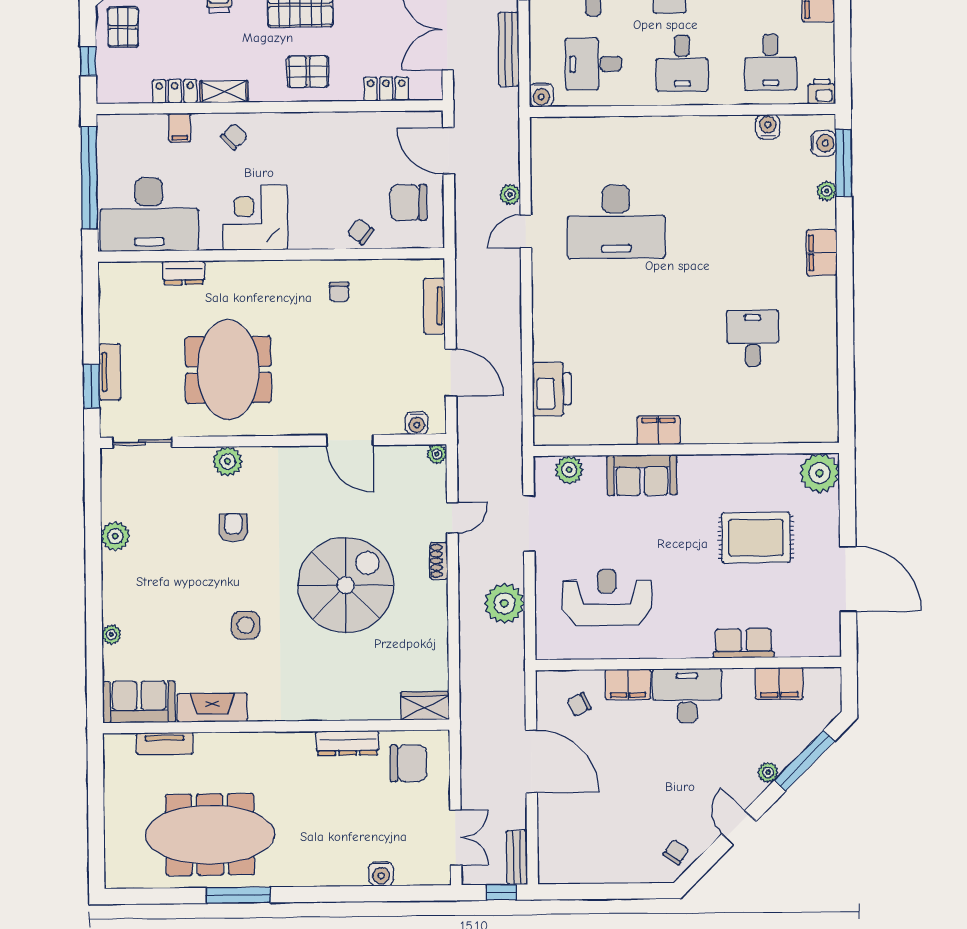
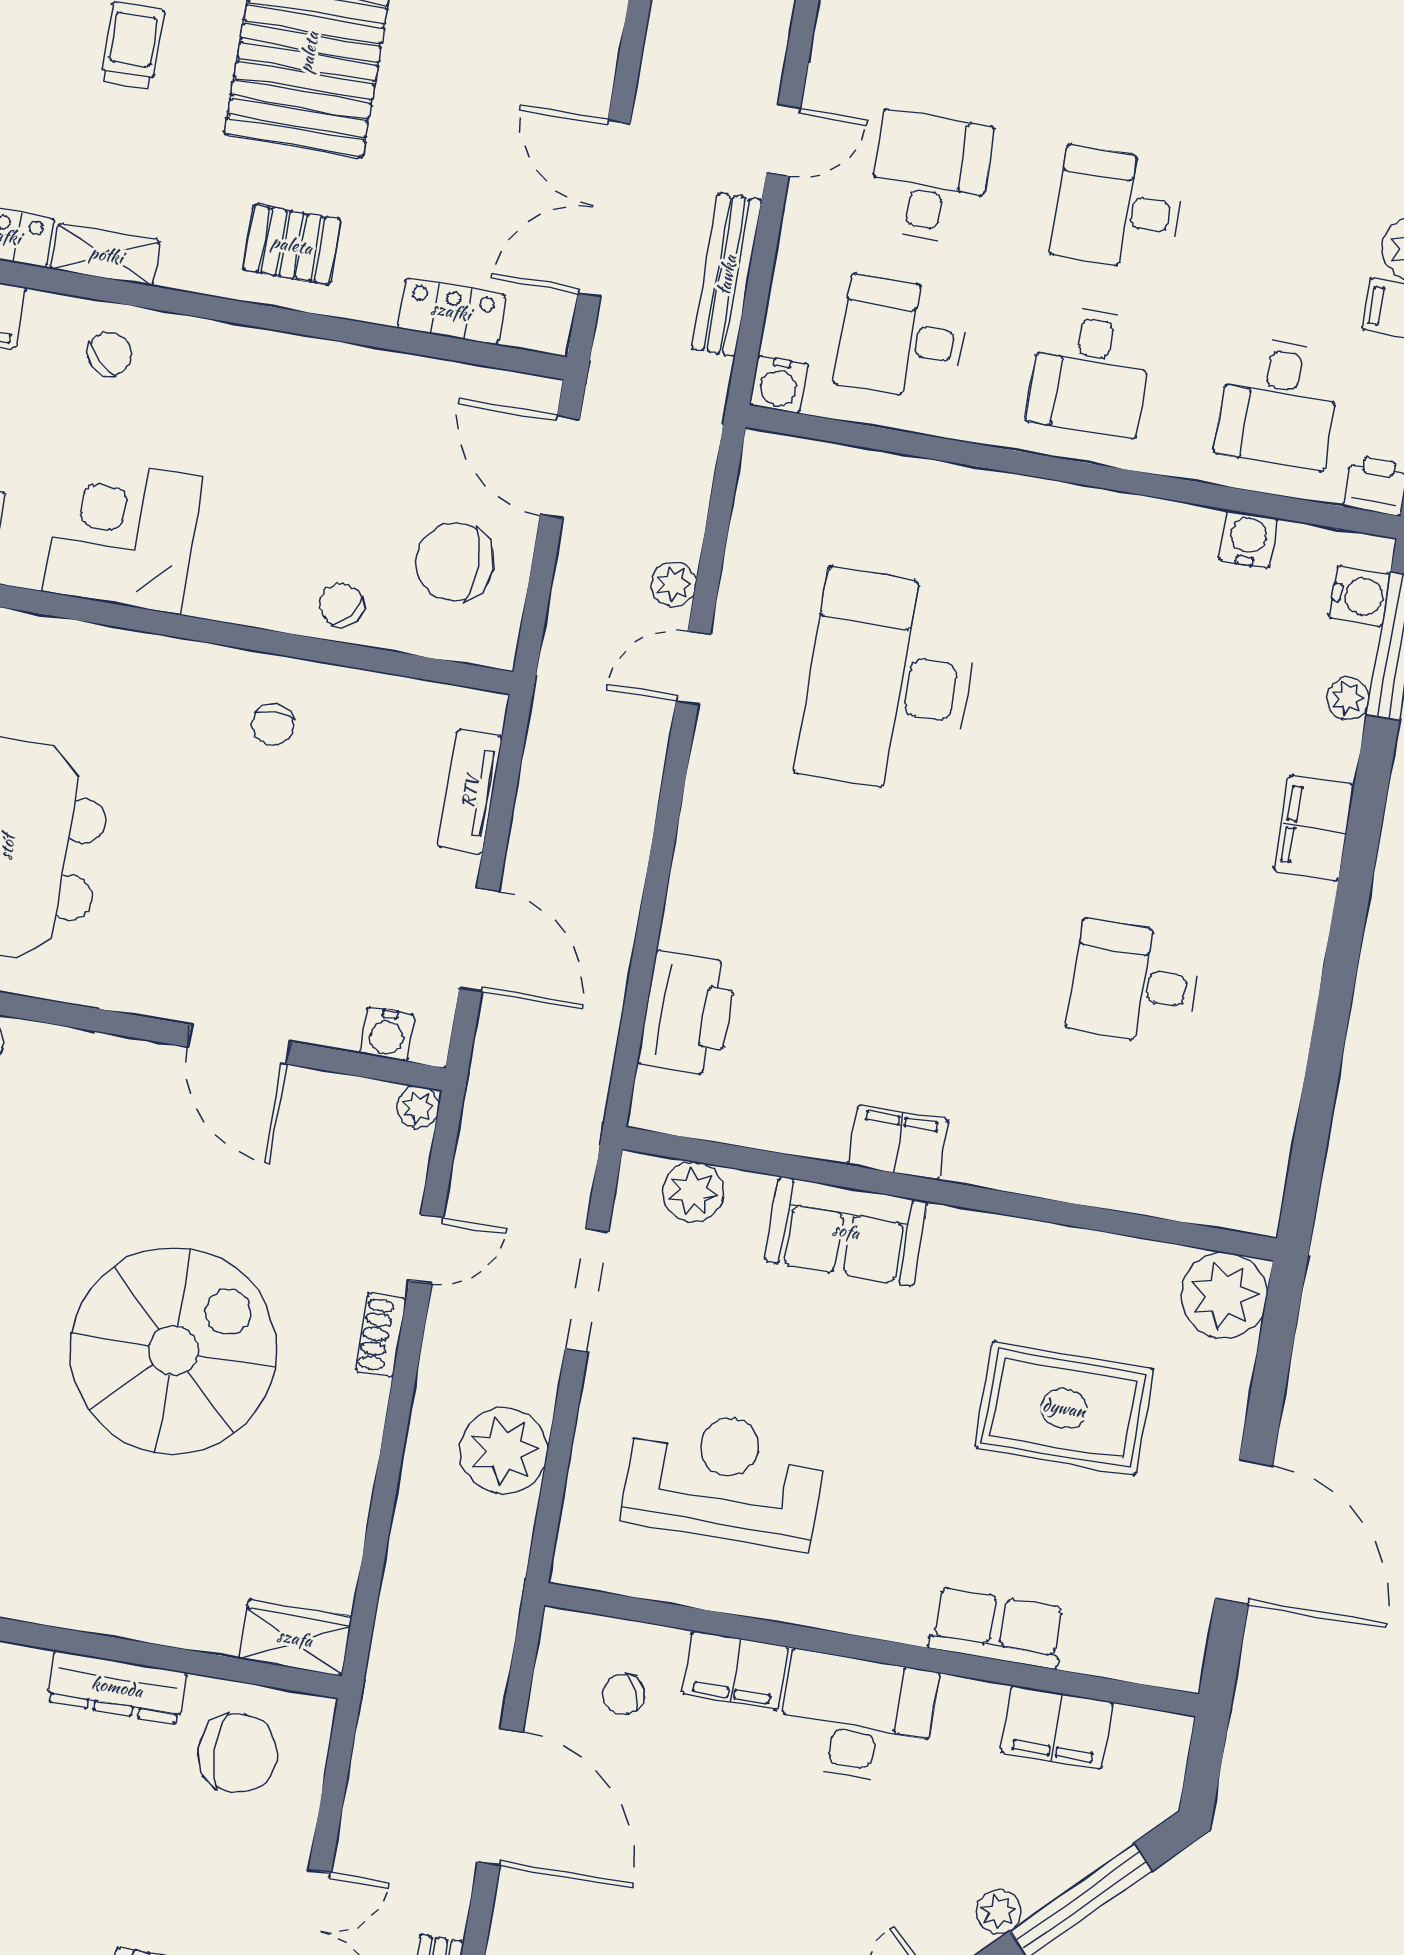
desk: (616, 222) -> (889, 683), turned 90
desk: (753, 338) -> (1134, 983), turned -90

